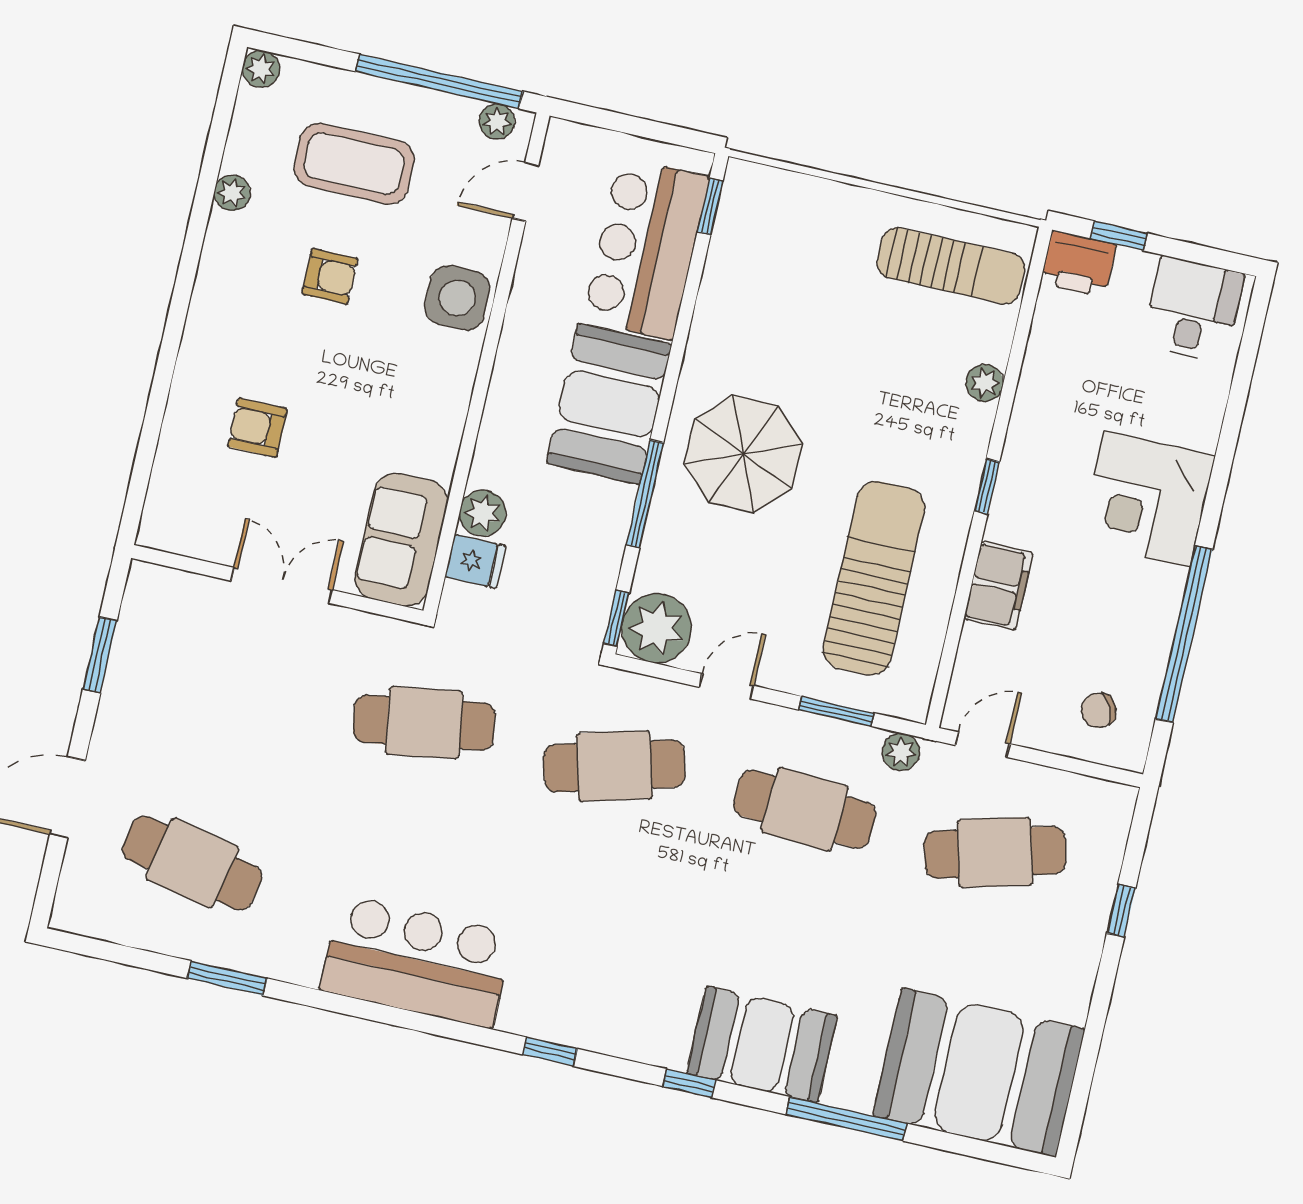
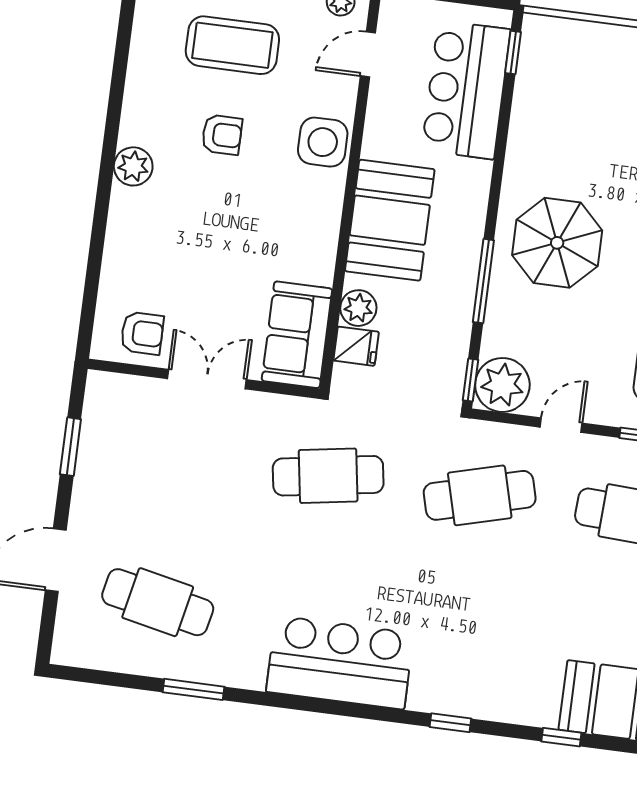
plant: (232, 193) -> (133, 166), moved, width x1.38, depth x1.38
booth: (609, 404) -> (390, 220), moved
armchair: (257, 428) -> (142, 333), moved, turned 180

